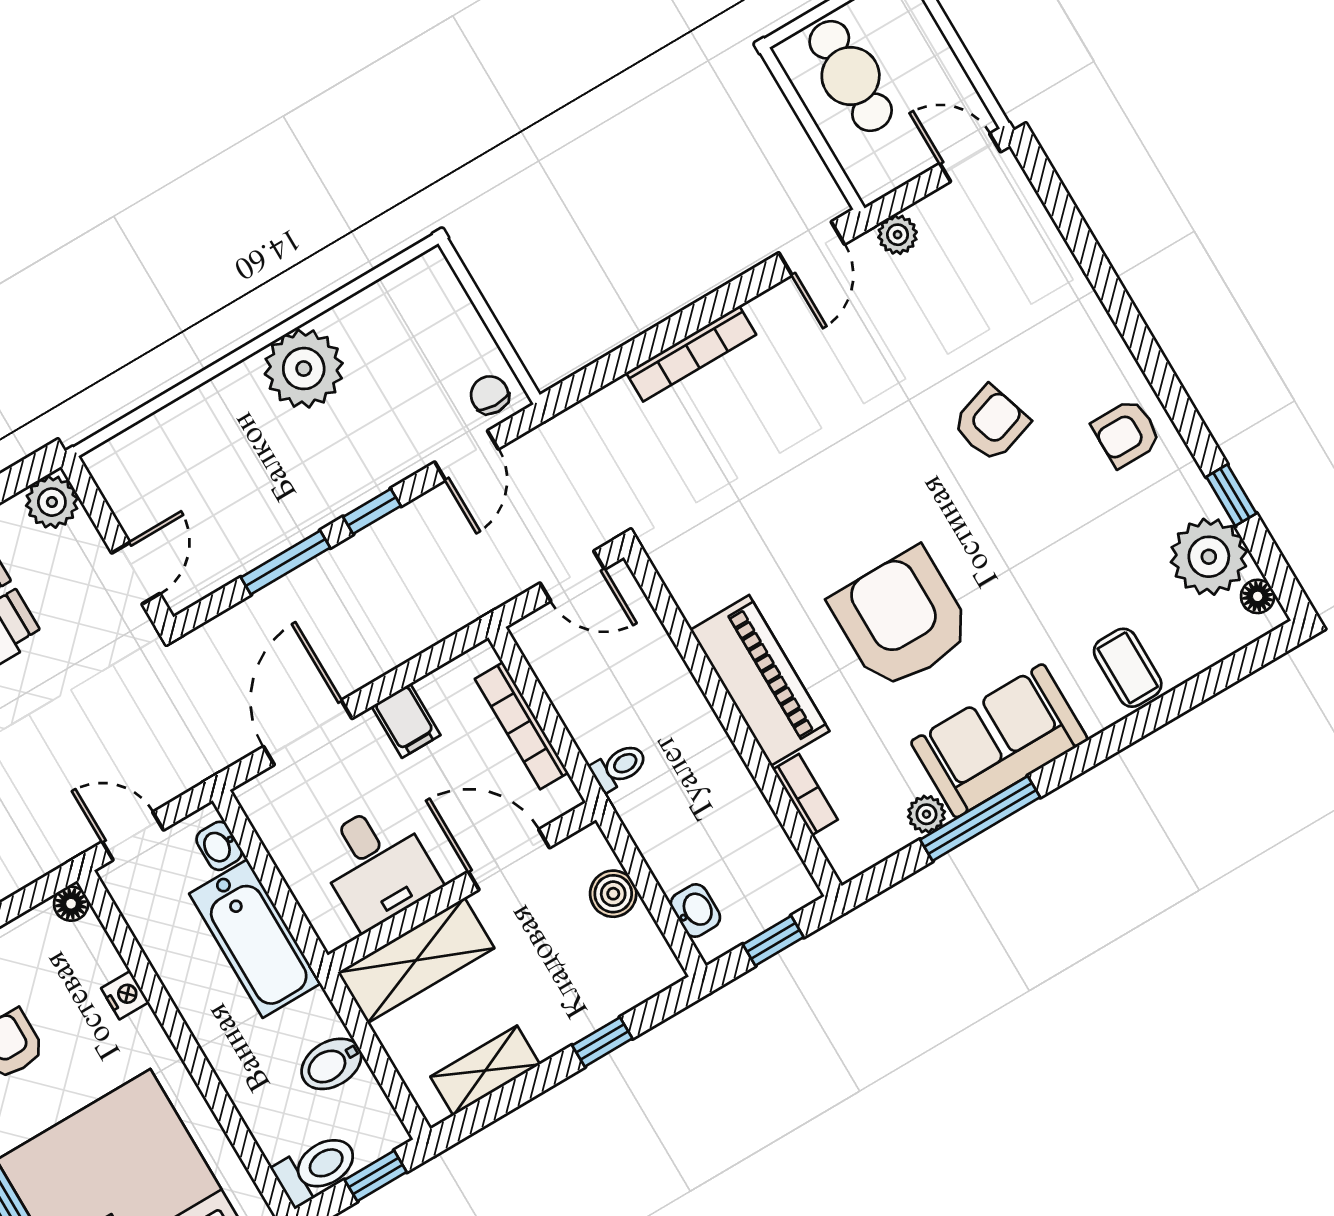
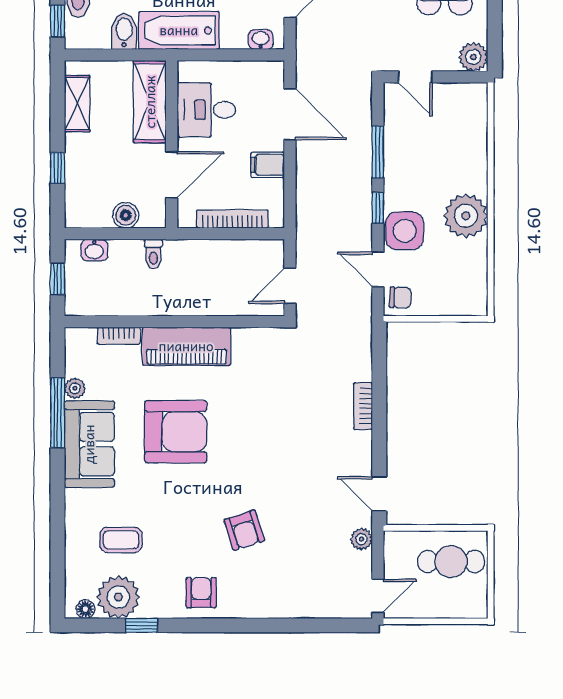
bookcase: (691, 354) -> (363, 406), width x0.64
side table: (383, 449) -> (405, 231), added
coffee table: (1128, 668) -> (121, 540), moved
toilet: (619, 767) -> (153, 254), moved
bathtub: (255, 939) -> (179, 30), moved

